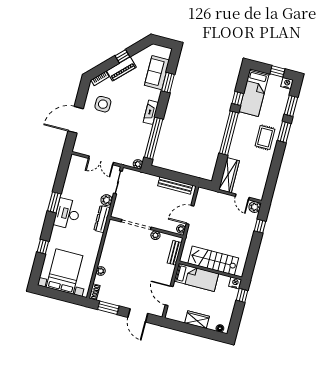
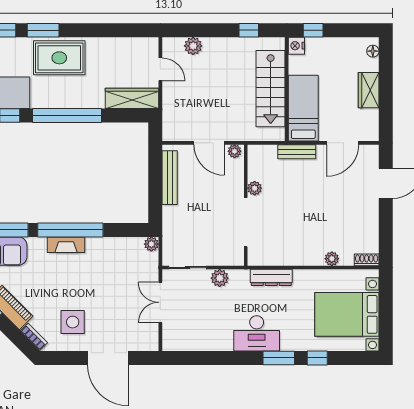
rug: (265, 137) -> (59, 58), width x1.36, depth x1.43
window: (154, 138) -> (70, 230), moved
double door: (101, 160) -> (160, 302), swing flipped
door: (242, 197) -> (160, 69), hinge flipped
window: (54, 202) -> (279, 358), moved
plant: (255, 207) -> (193, 46), moved
dresser: (102, 219) -> (271, 277), moved
window: (260, 226) -> (249, 30), moved
bench: (174, 253) -> (297, 152), moved
window: (108, 308) -> (386, 232), removed

